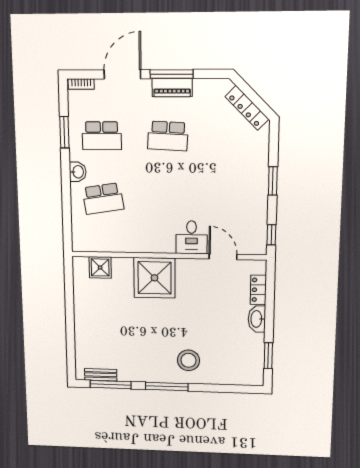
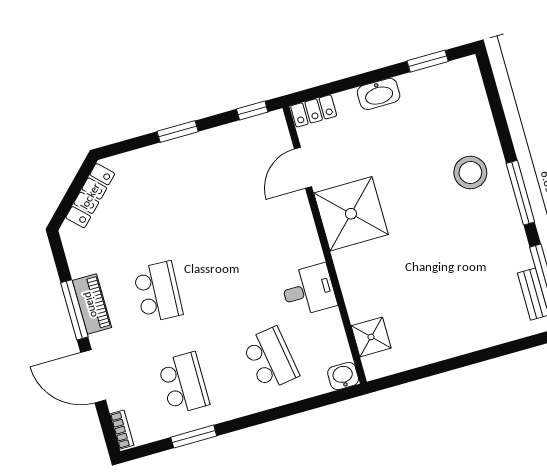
washbasin: (78, 172) -> (343, 376), moved
desk: (191, 237) -> (309, 290), moved
shower: (155, 278) -> (351, 214), moved
locker: (258, 290) -> (314, 111), moved

